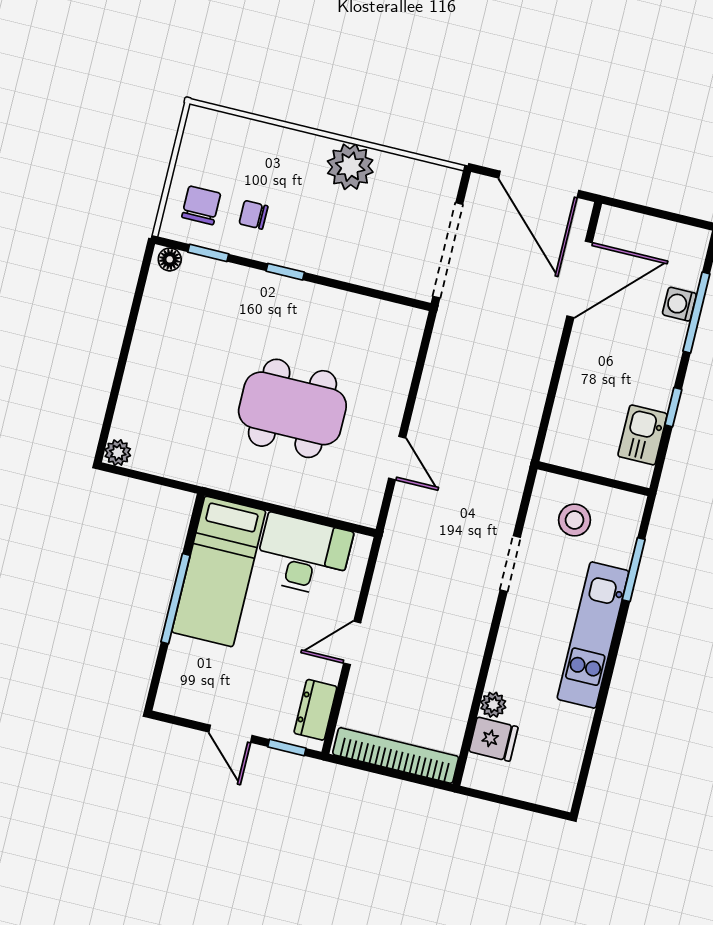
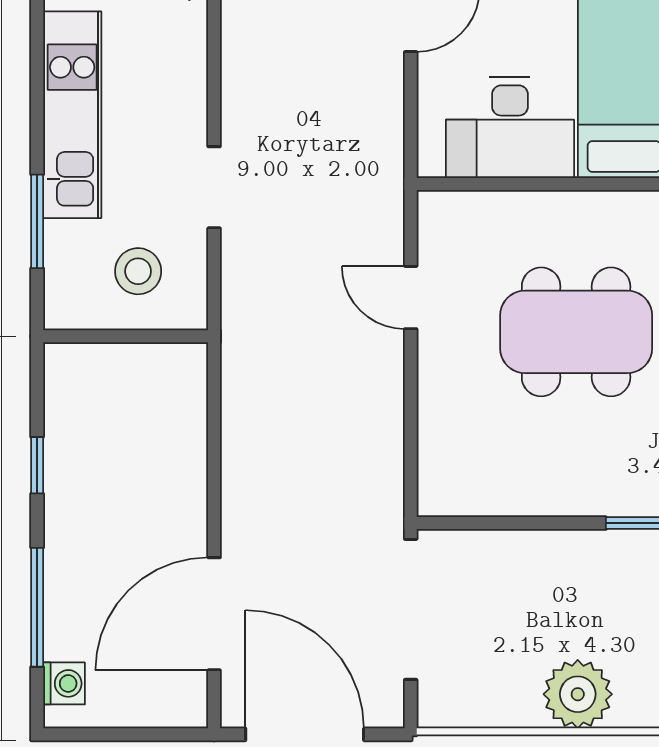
washing machine: (679, 304) -> (64, 683), moved
kitchen sink: (642, 435) -> (71, 415), removed

